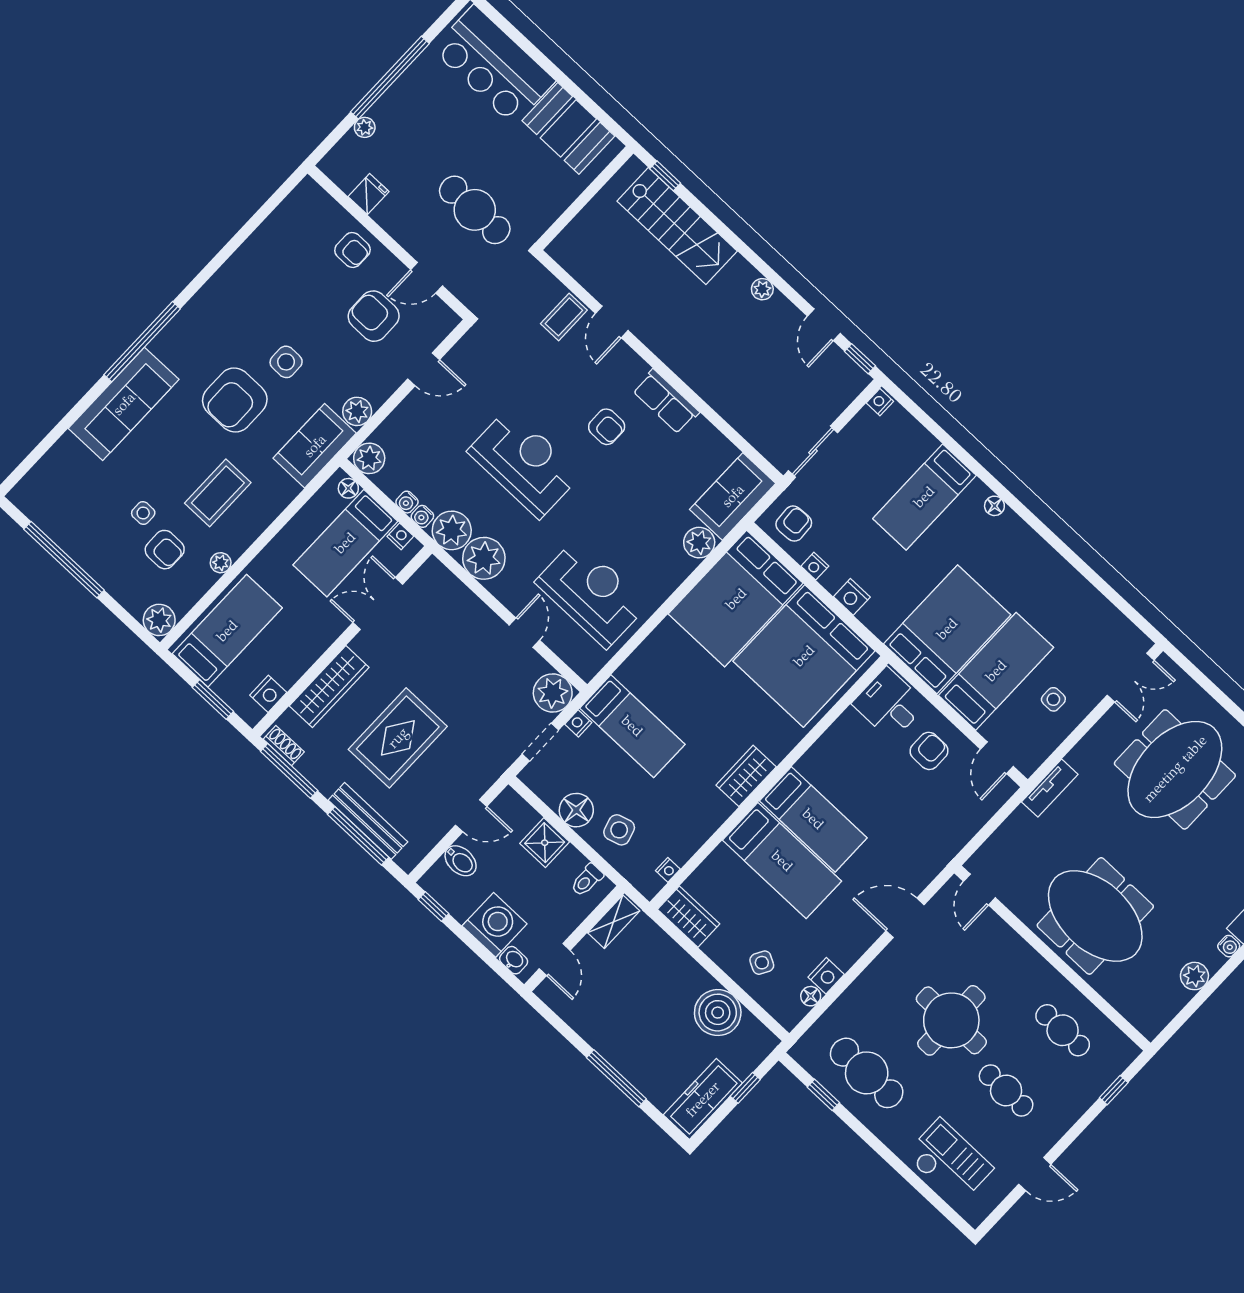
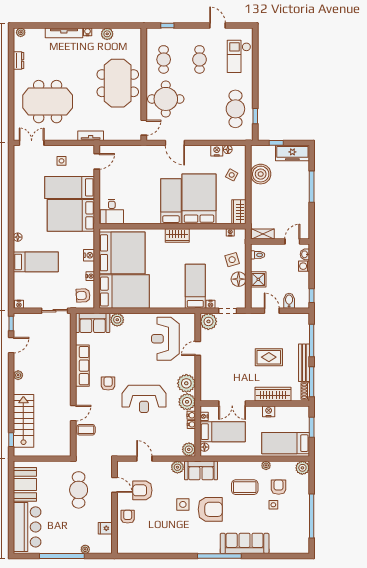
armchair: (374, 316) -> (142, 490), turned 90
row of seats: (666, 401) -> (82, 366), width x1.48
reception desk: (524, 463) -> (144, 399), turned -90
nightstand: (268, 694) -> (269, 411), moved
rug: (398, 738) -> (269, 357), width x0.73, depth x0.70
armchair: (929, 751) -> (115, 185), removed
bench: (368, 821) -> (304, 363), moved
bed: (782, 861) -> (199, 199), width x1.50
washing machine: (495, 925) -> (304, 266), width x0.53, depth x0.53
round table: (951, 1020) -> (166, 99), moved

